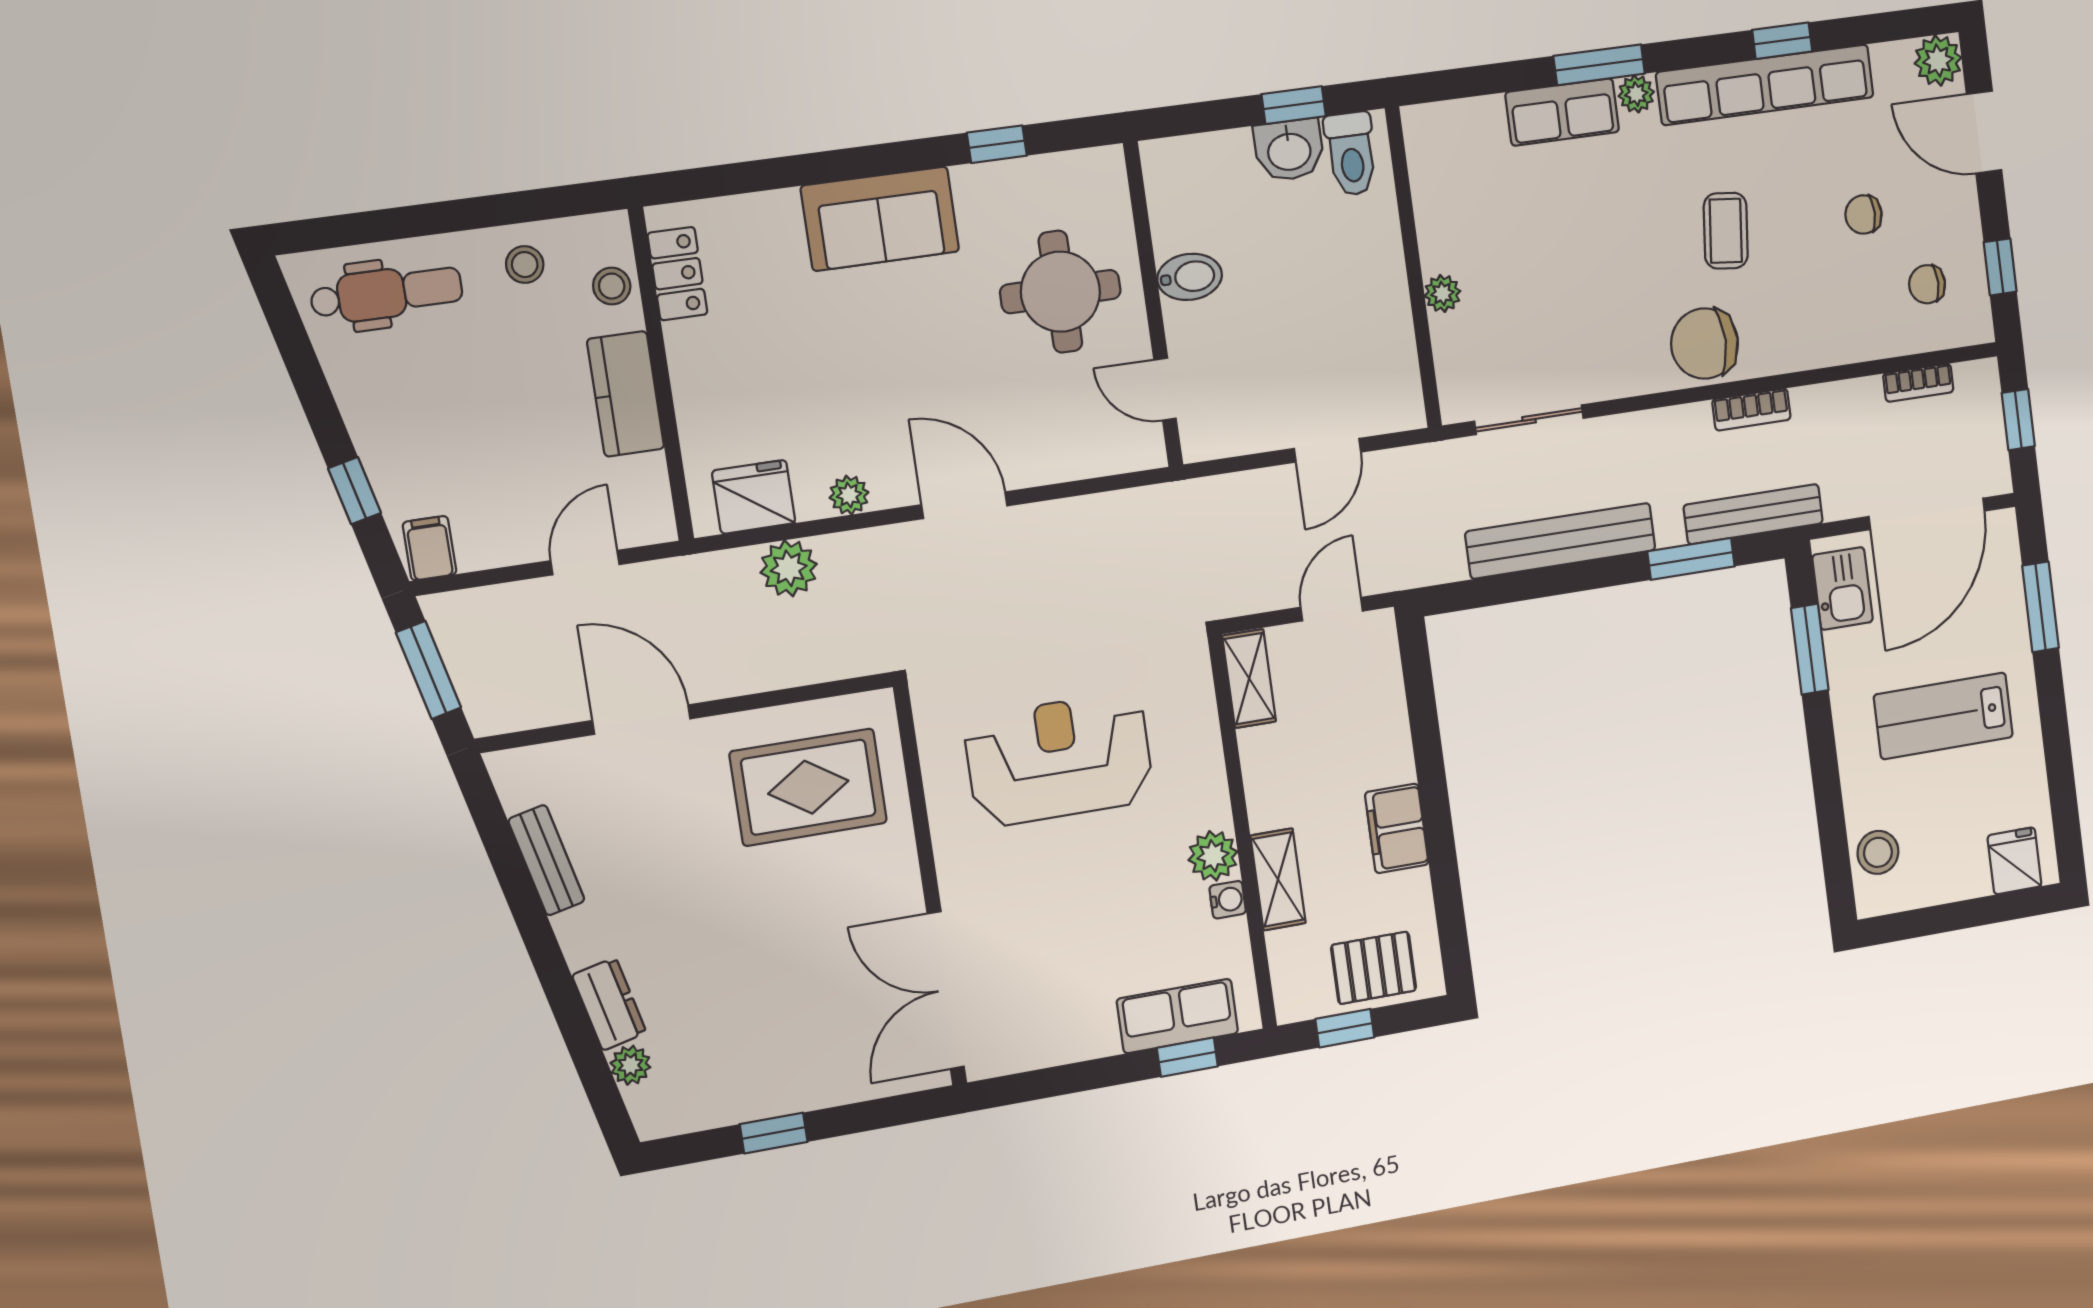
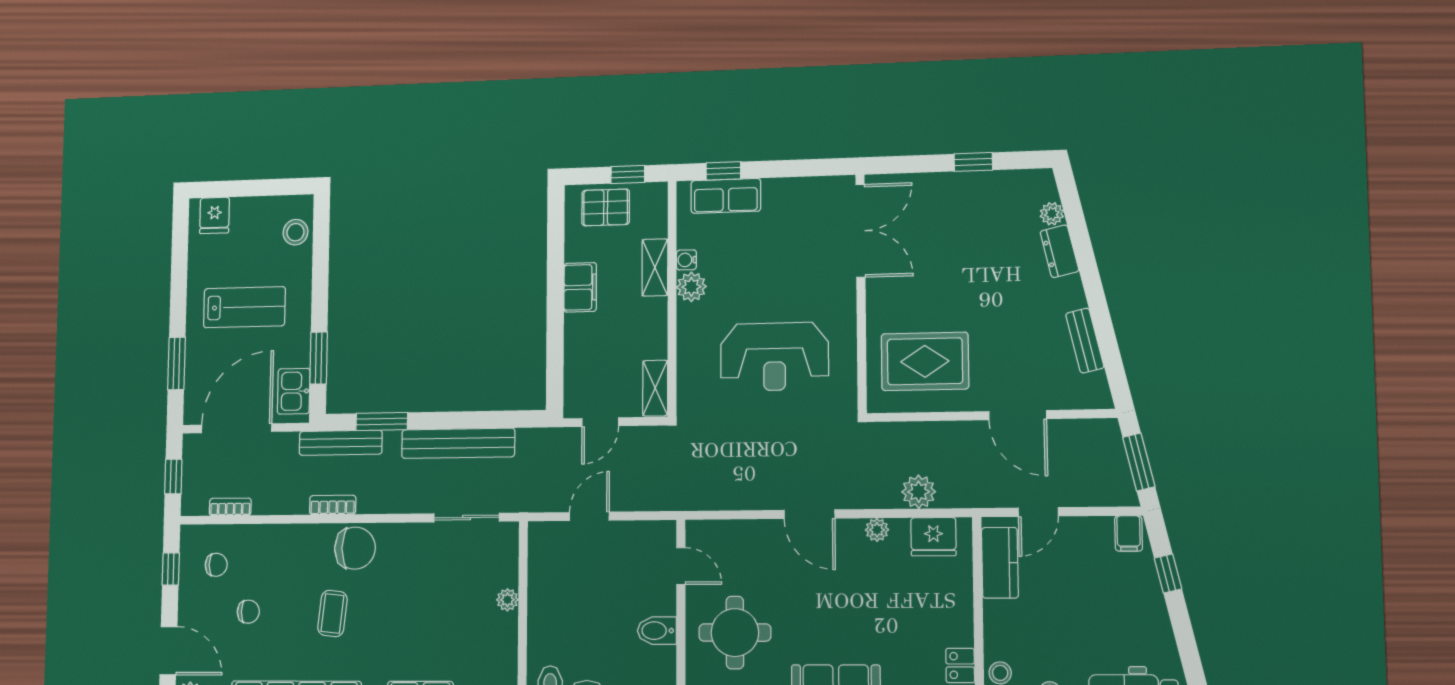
kitchen counter: (626, 394) -> (1000, 563), moved

